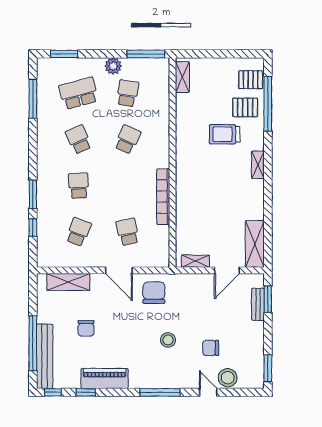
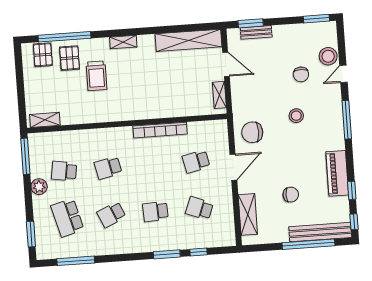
school desk: (128, 139) -> (108, 168), turned -36
shelving: (255, 244) -> (189, 40), width x1.47

